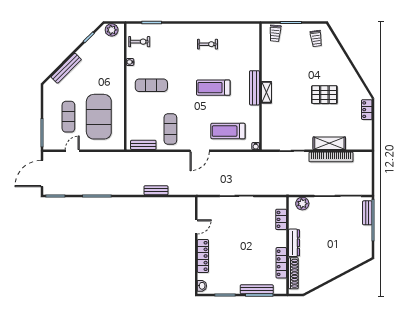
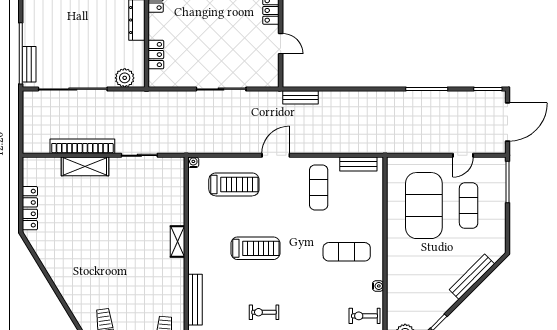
bench: (254, 88) -> (195, 300), moved
pallet: (324, 95) -> (92, 238), removed
locker: (367, 110) -> (30, 208), width x1.53
bench: (156, 190) -> (301, 97), moved
door: (196, 227) -> (281, 44), swing flipped

